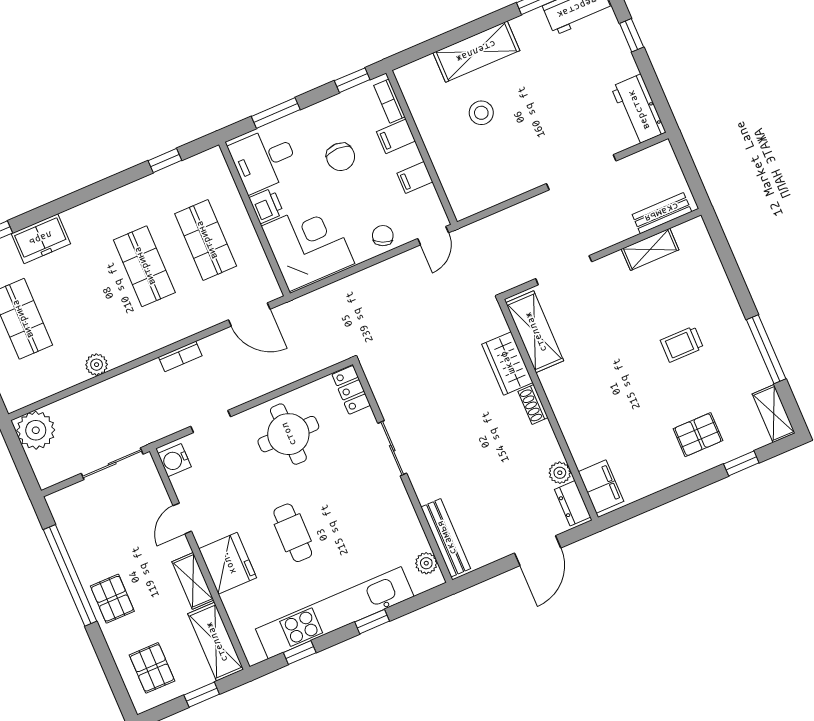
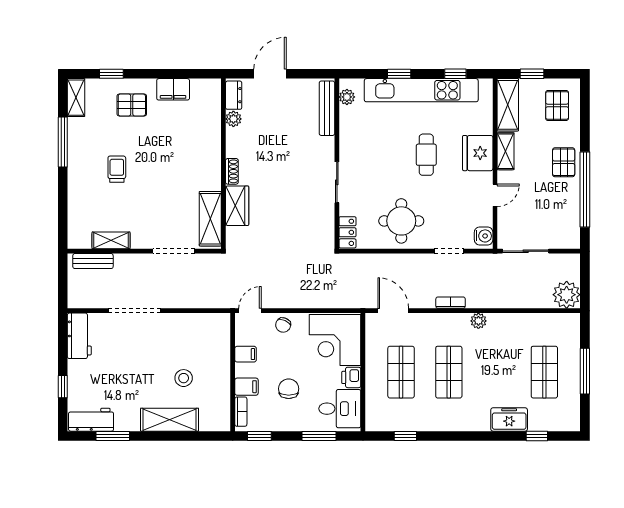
trolley: (682, 344) -> (117, 169), turned -90
plant: (97, 365) -> (478, 321), moved
filing cabinet: (601, 487) -> (173, 89), moved, turned -90

